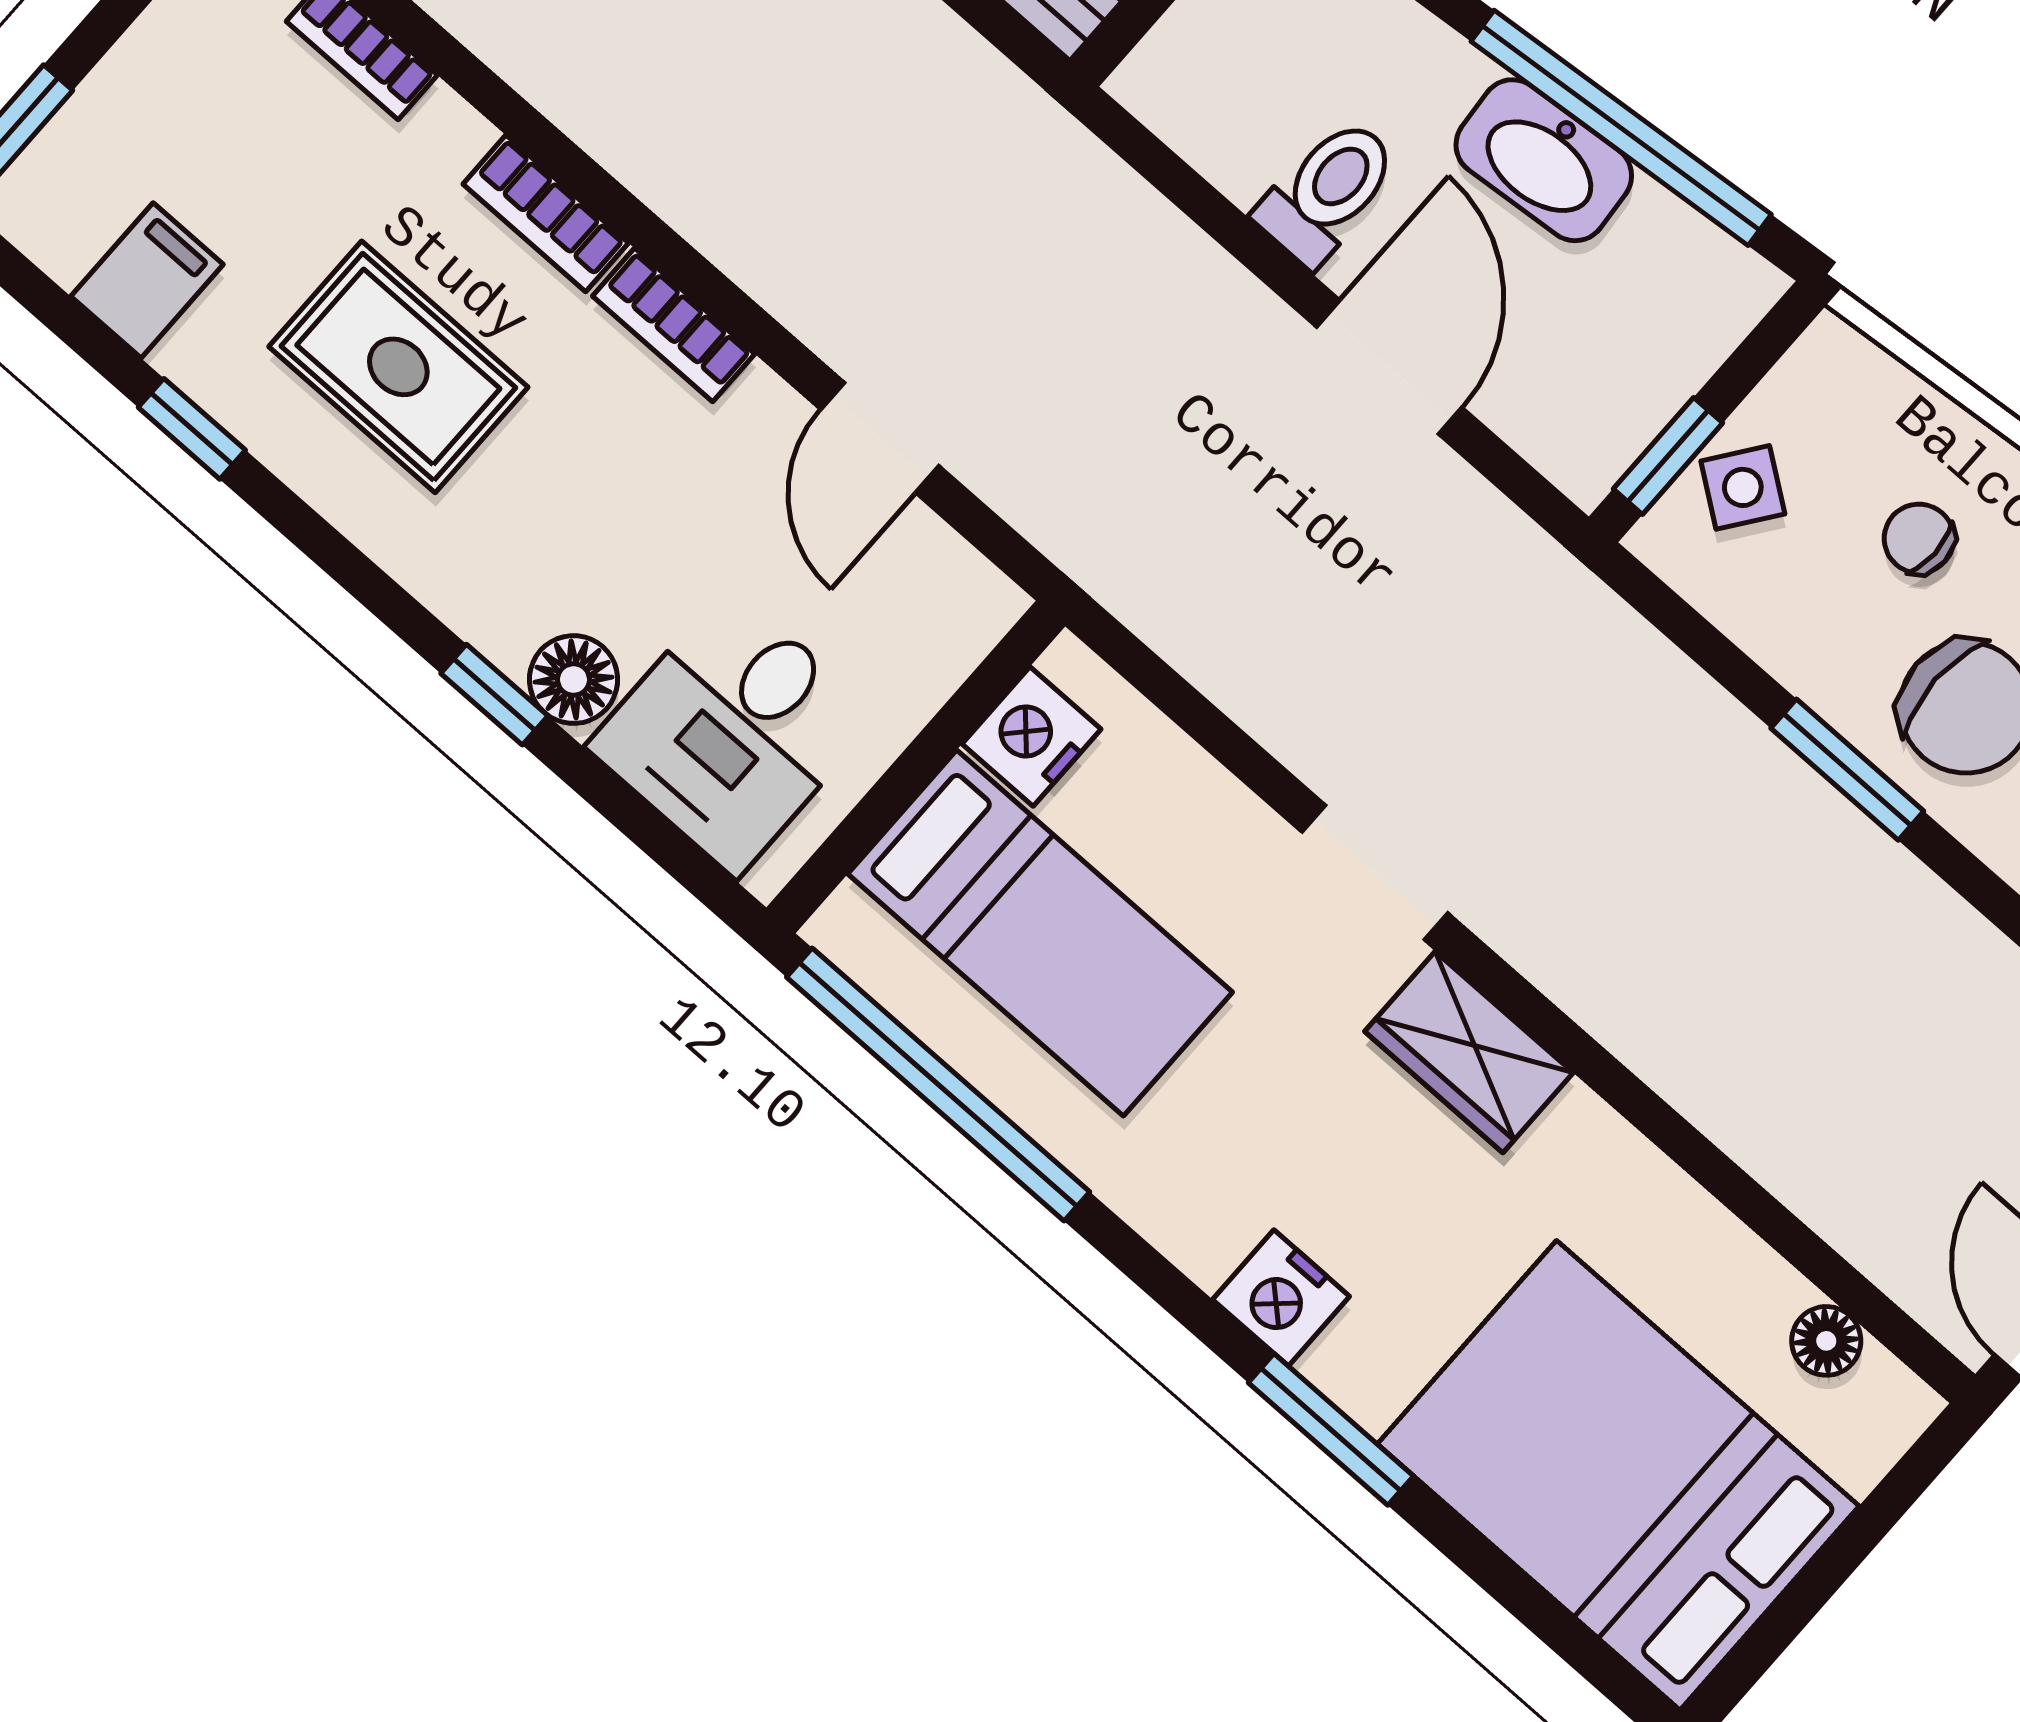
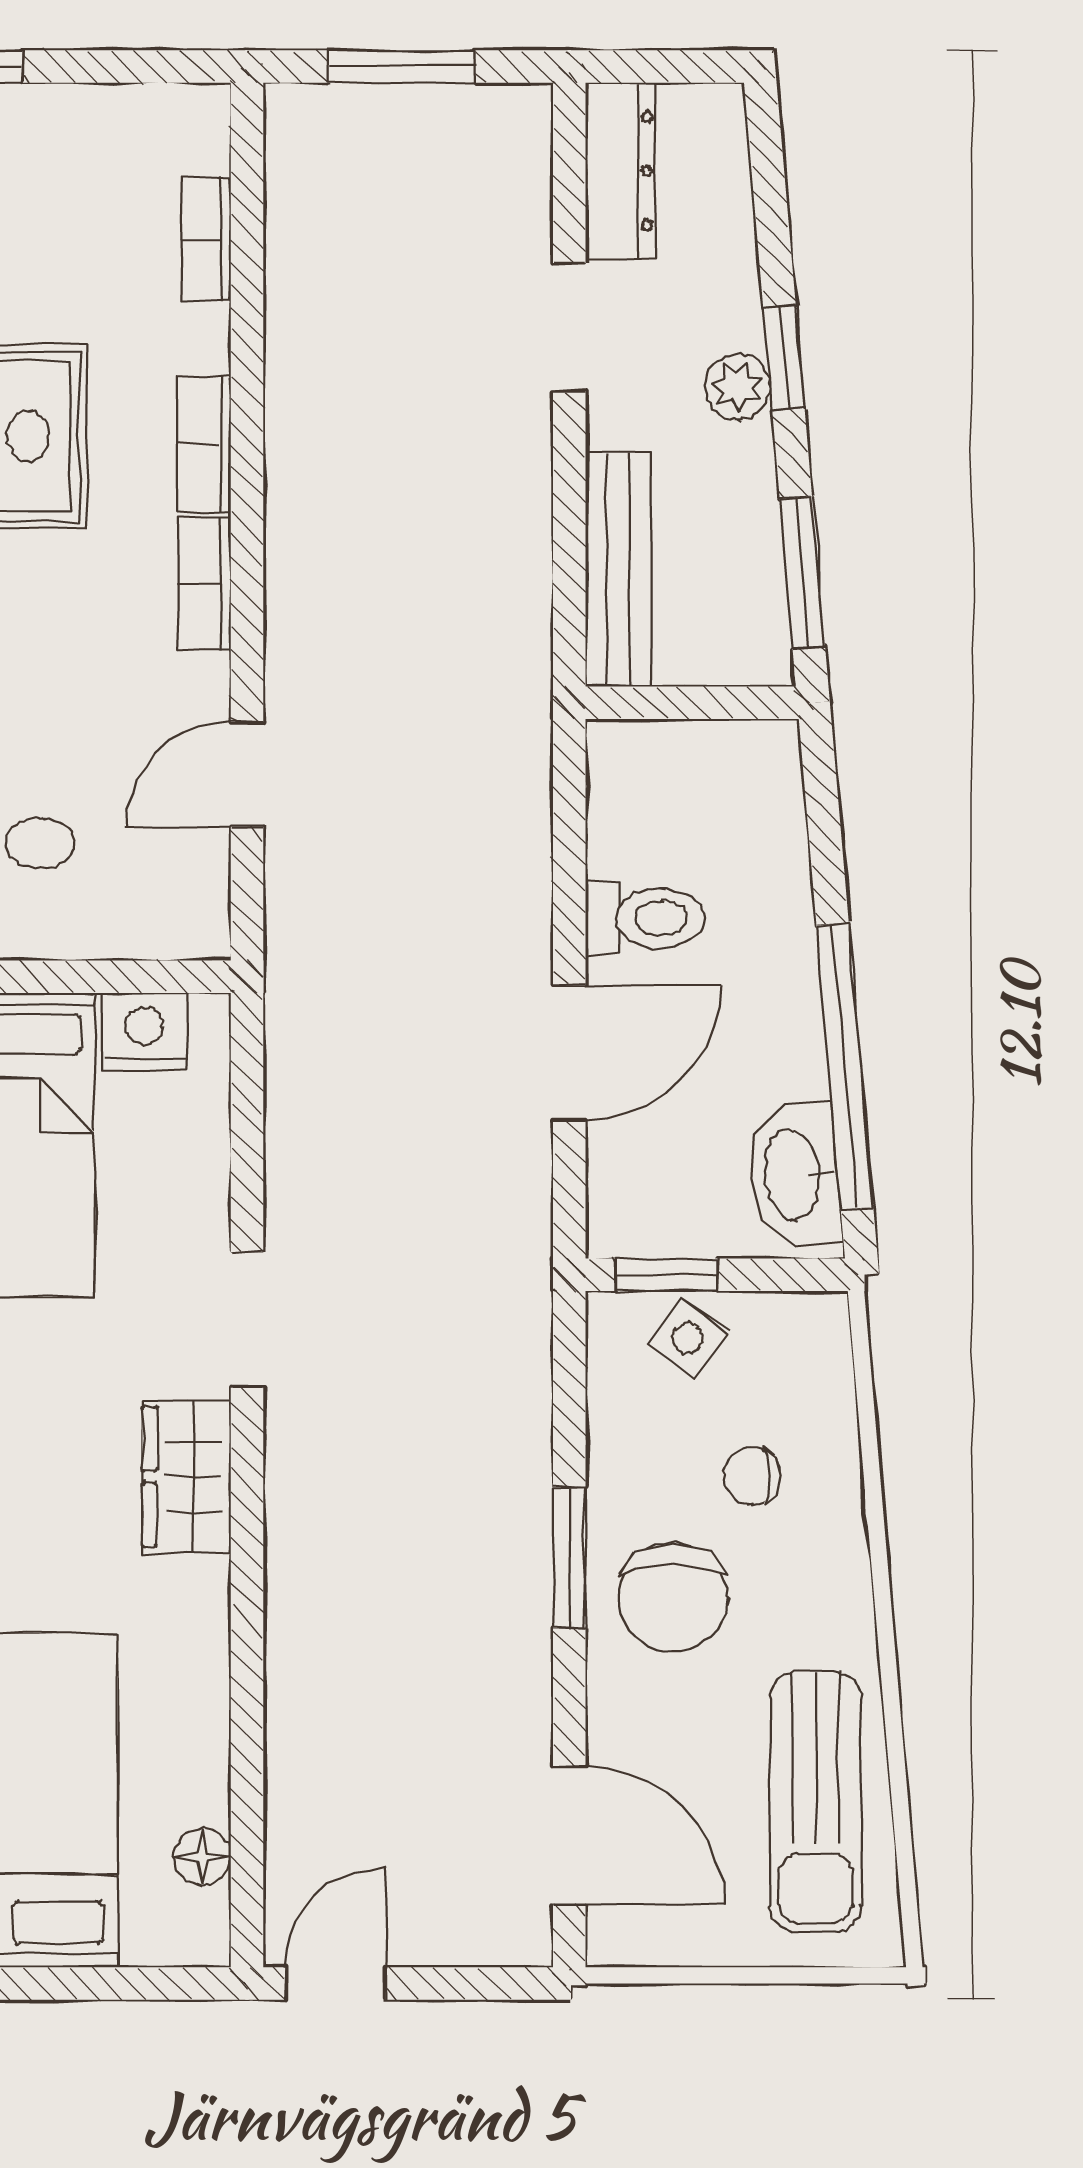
washbasin: (1544, 160) -> (794, 1175), moved
chair: (1919, 539) -> (752, 1476), turned -90

